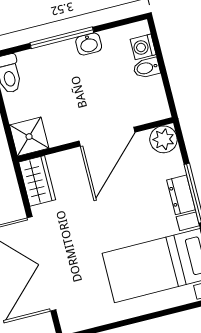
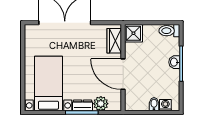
washbasin: (89, 44) -> (174, 62), moved
plant: (163, 139) -> (101, 104), moved
wardrobe: (37, 181) -> (114, 41), moved, turned 90

